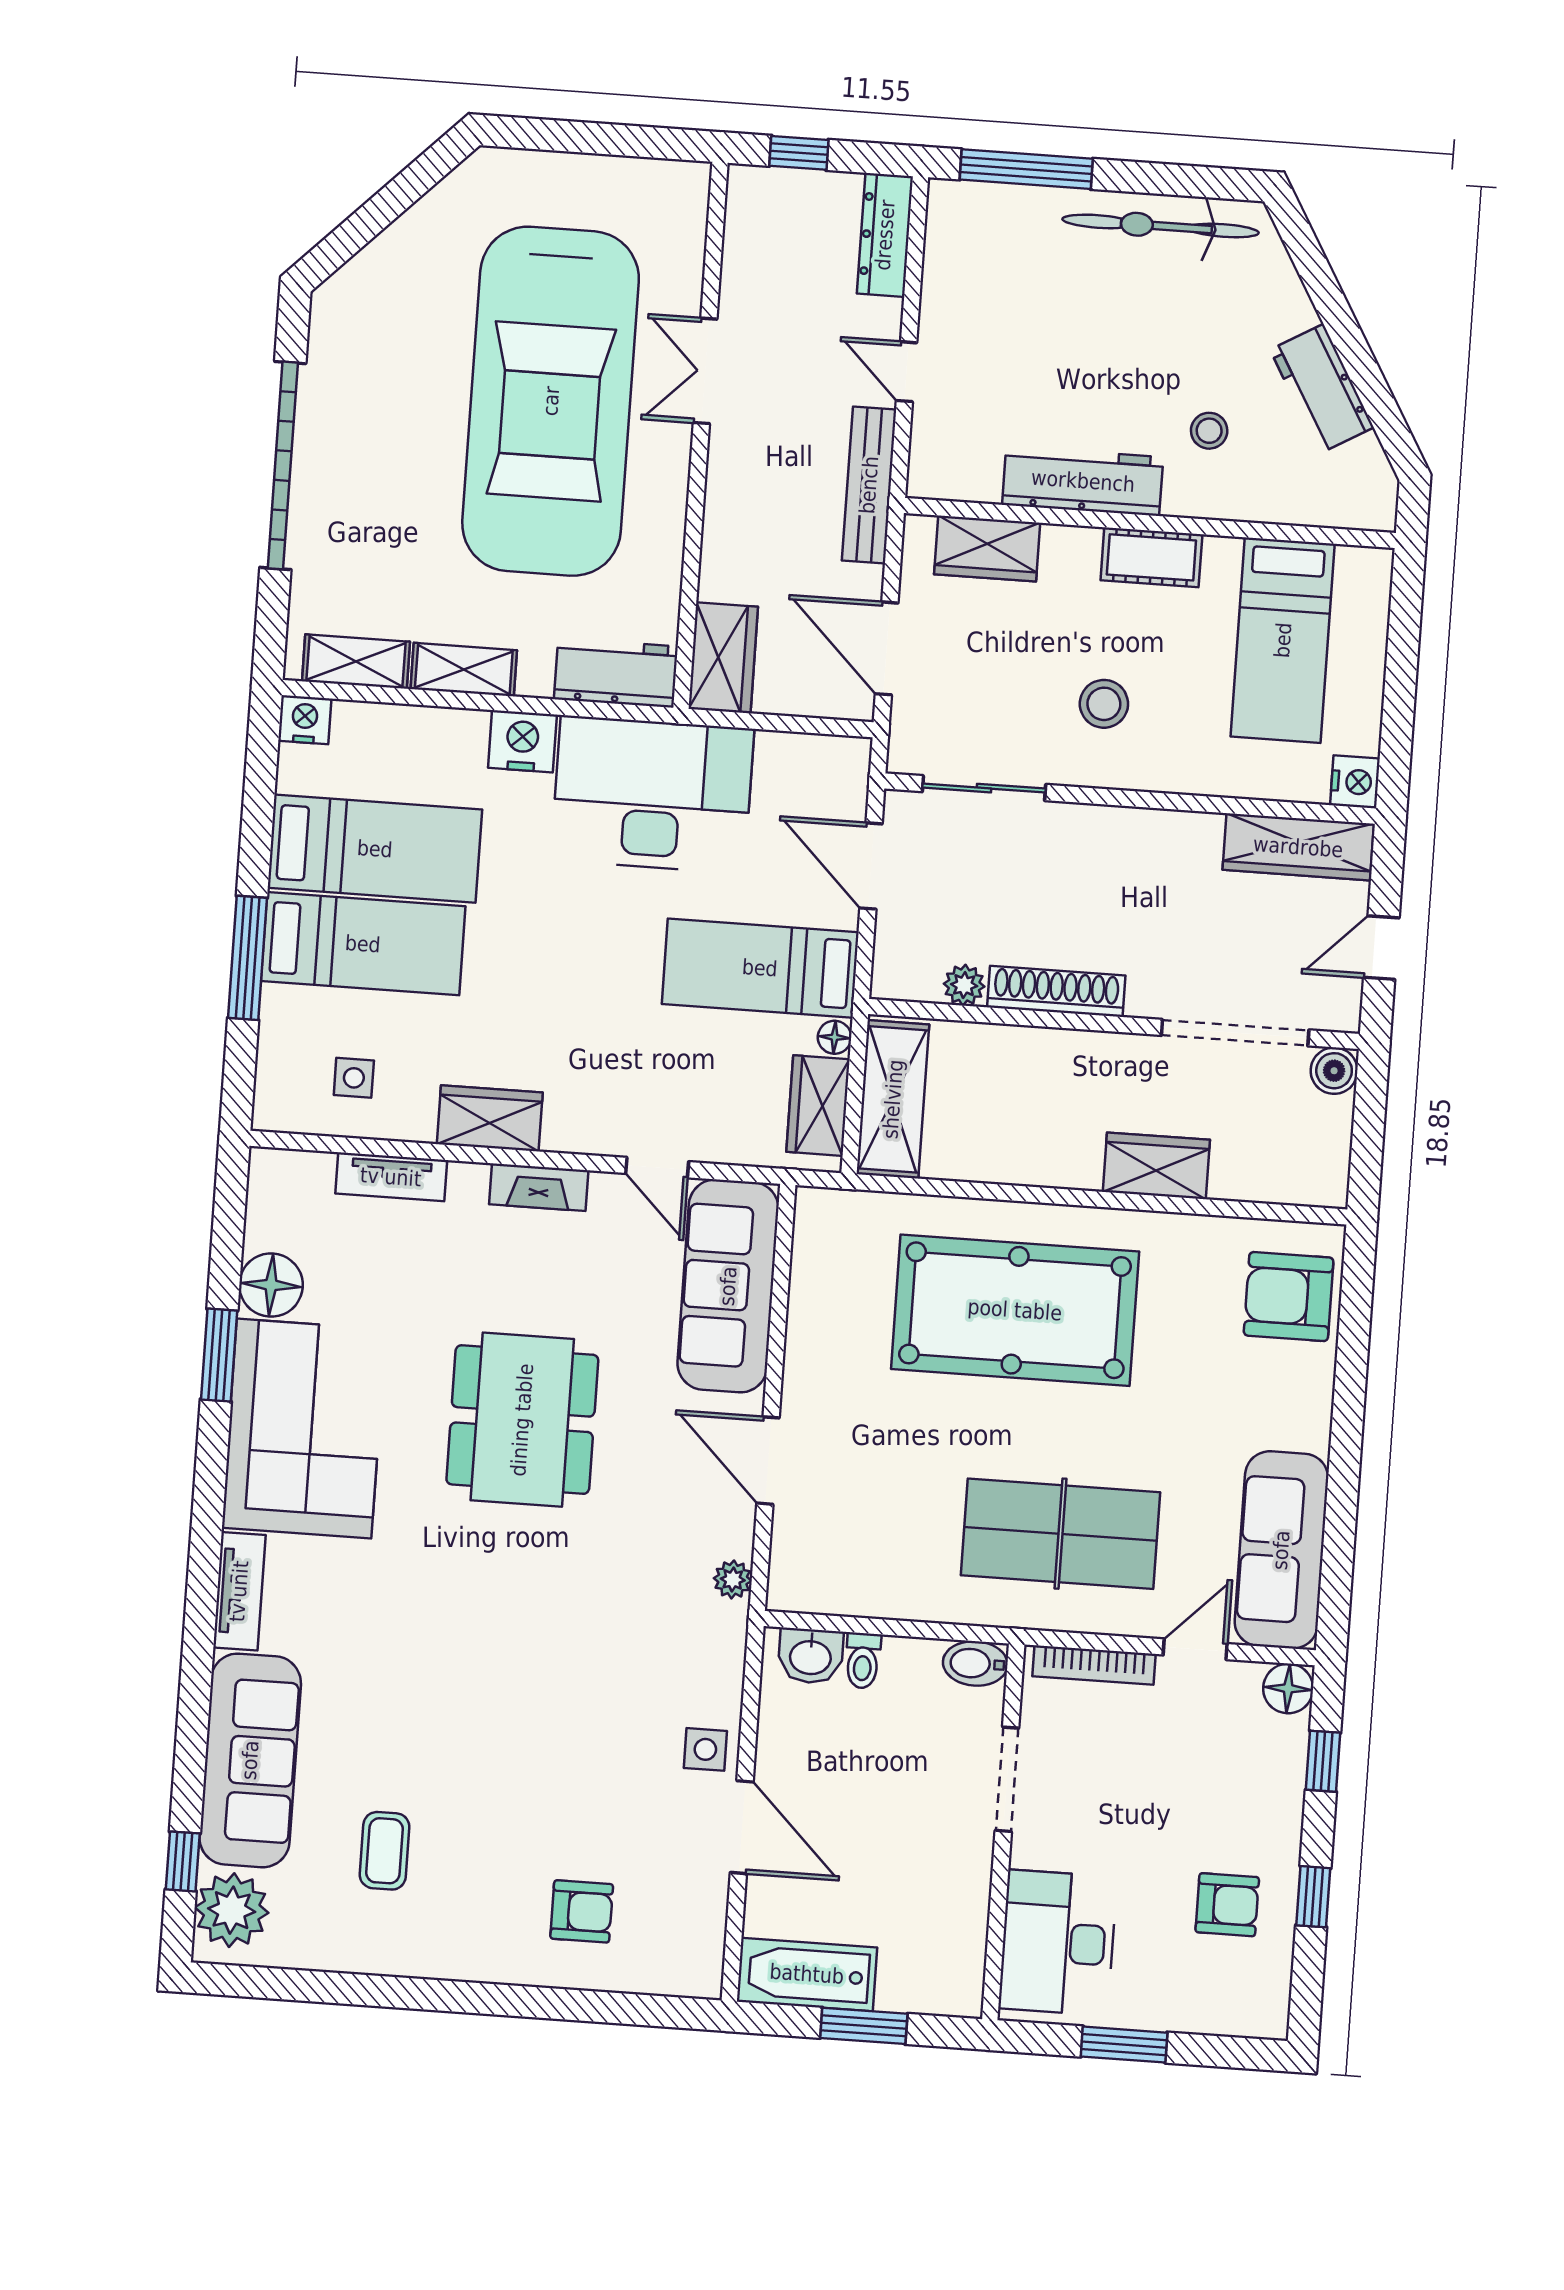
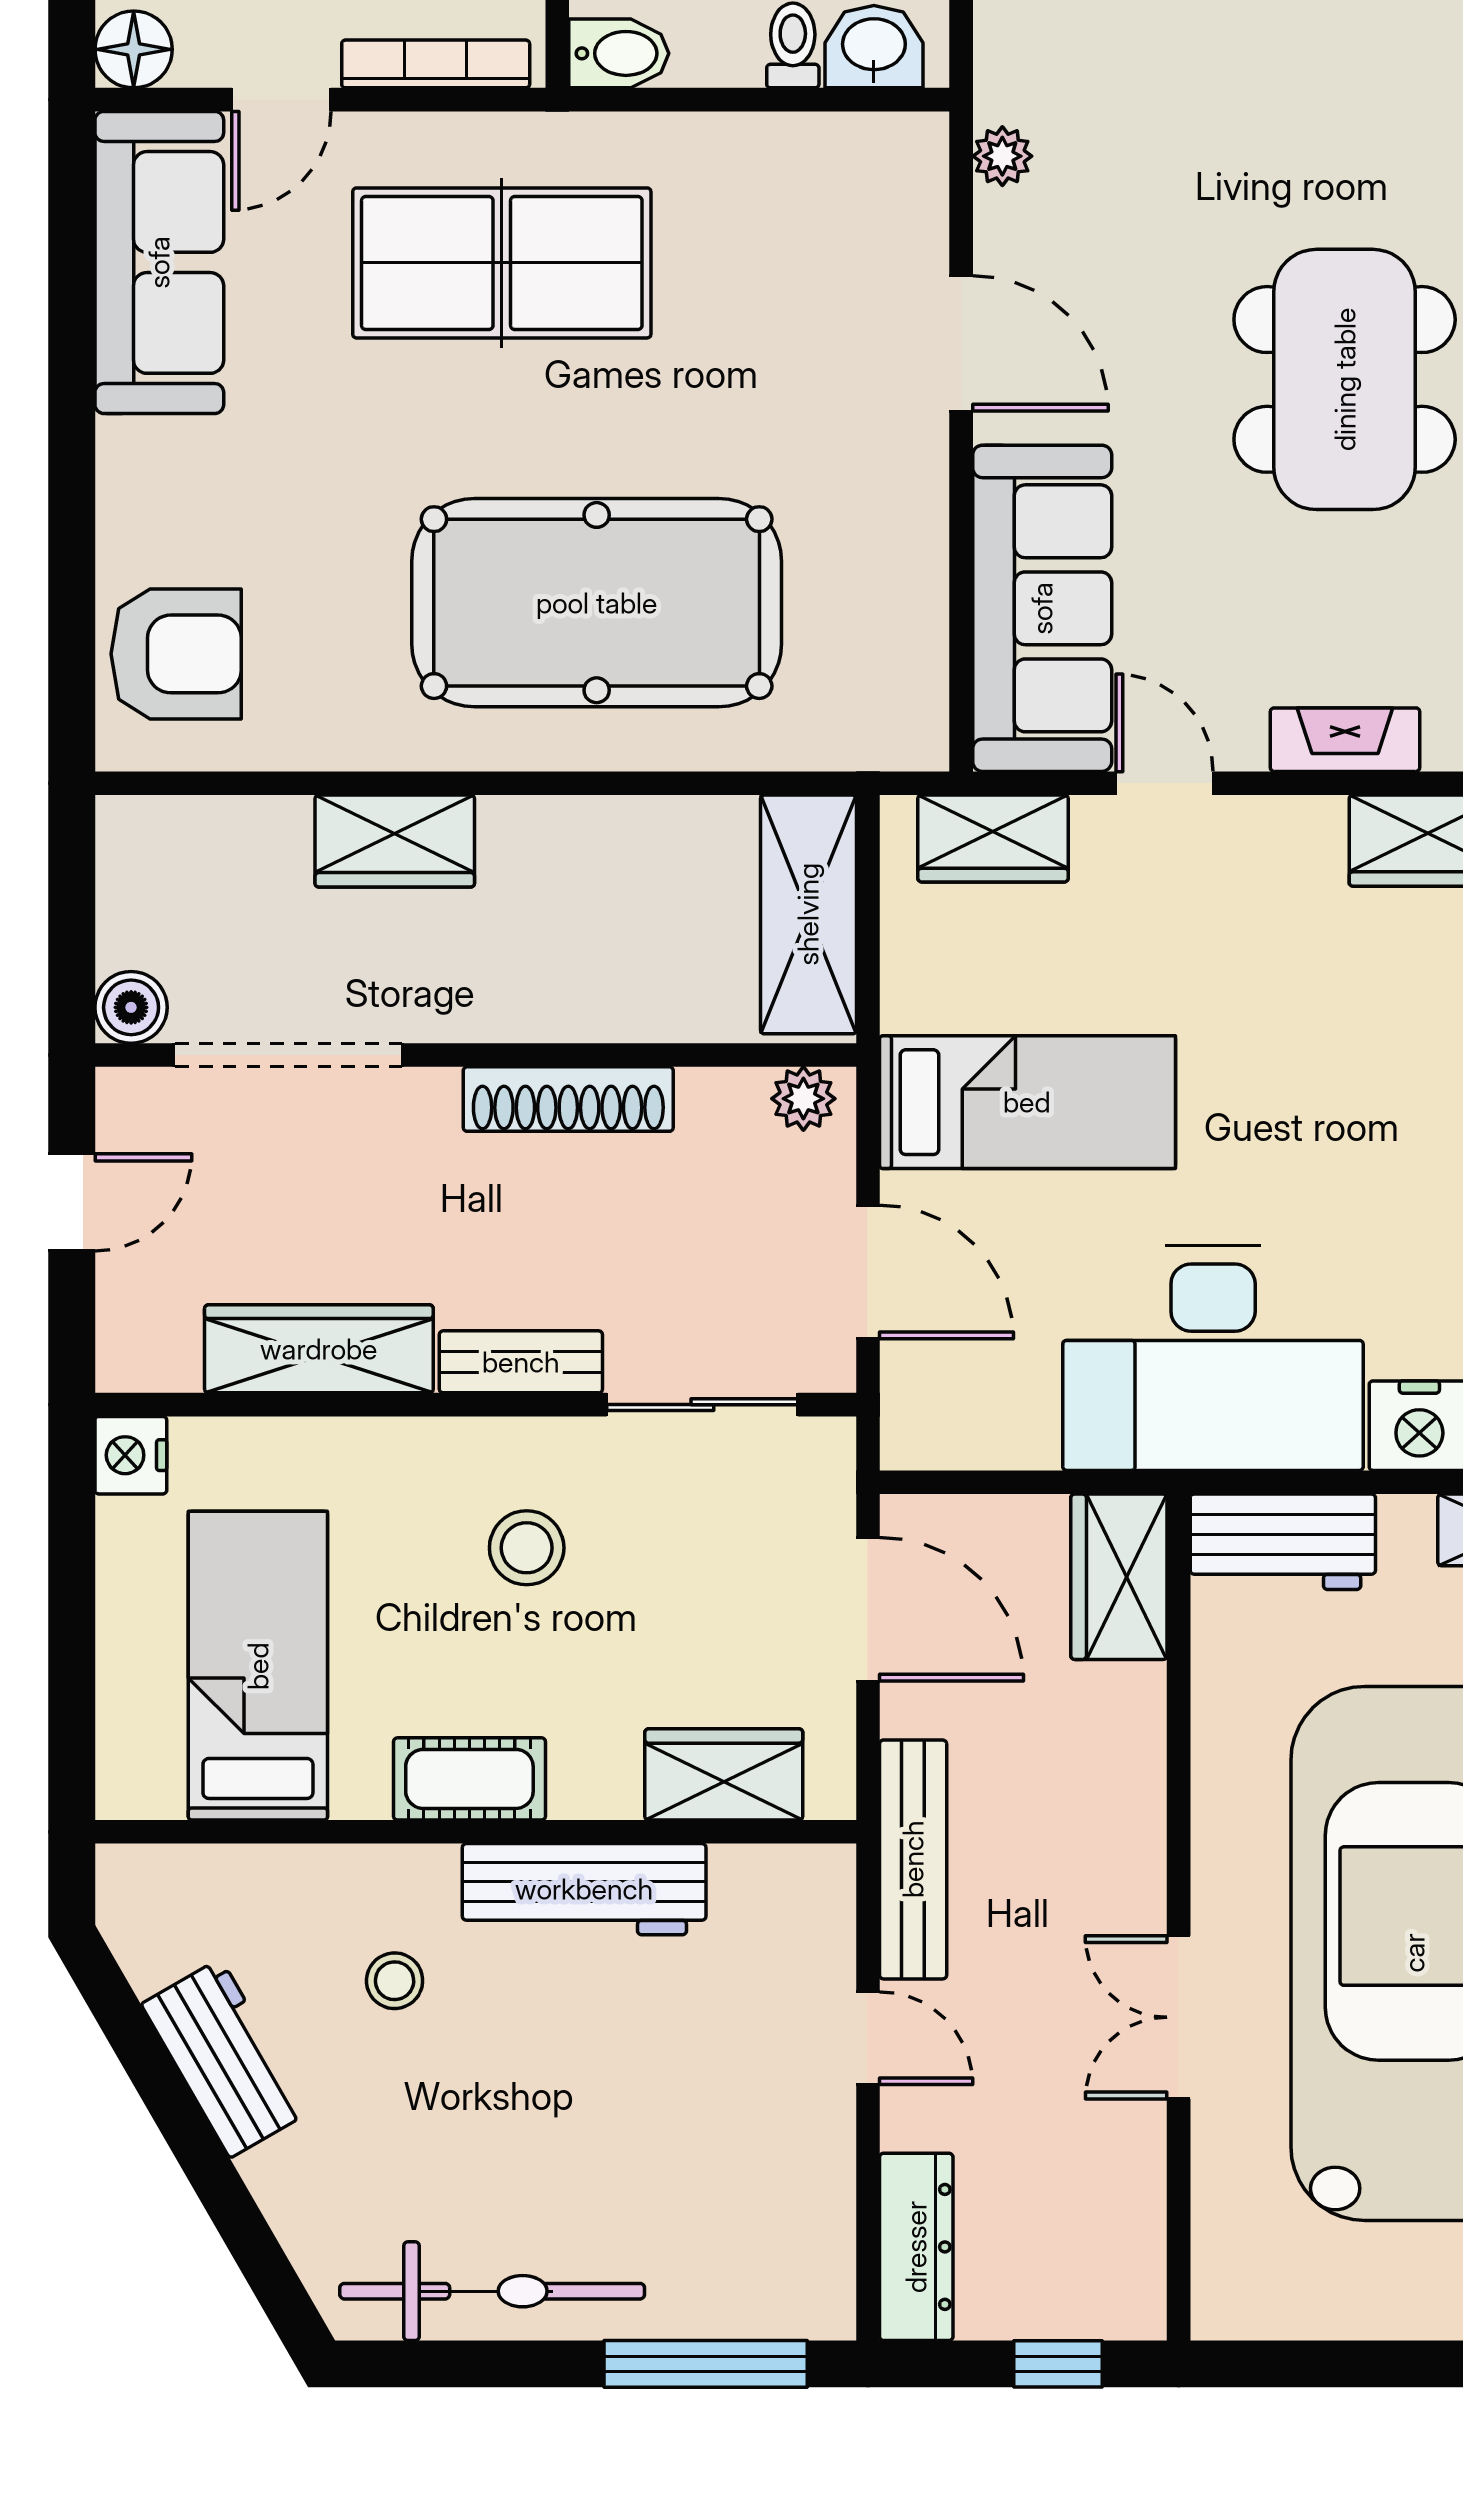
double door: (705, 371) -> (1179, 2017), swing flipped
bench: (1099, 824) -> (521, 1362), added
wardrobe: (1298, 847) -> (319, 1349), moved
plant: (964, 985) -> (803, 1099), moved
floor lamp: (835, 1037) -> (905, 1004), removed
wardrobe: (818, 1106) -> (993, 838), moved, turned 90

